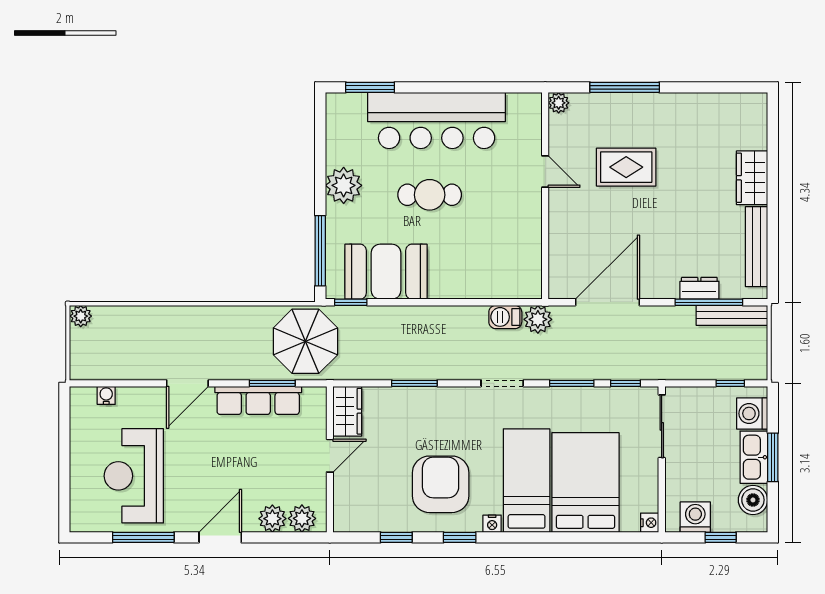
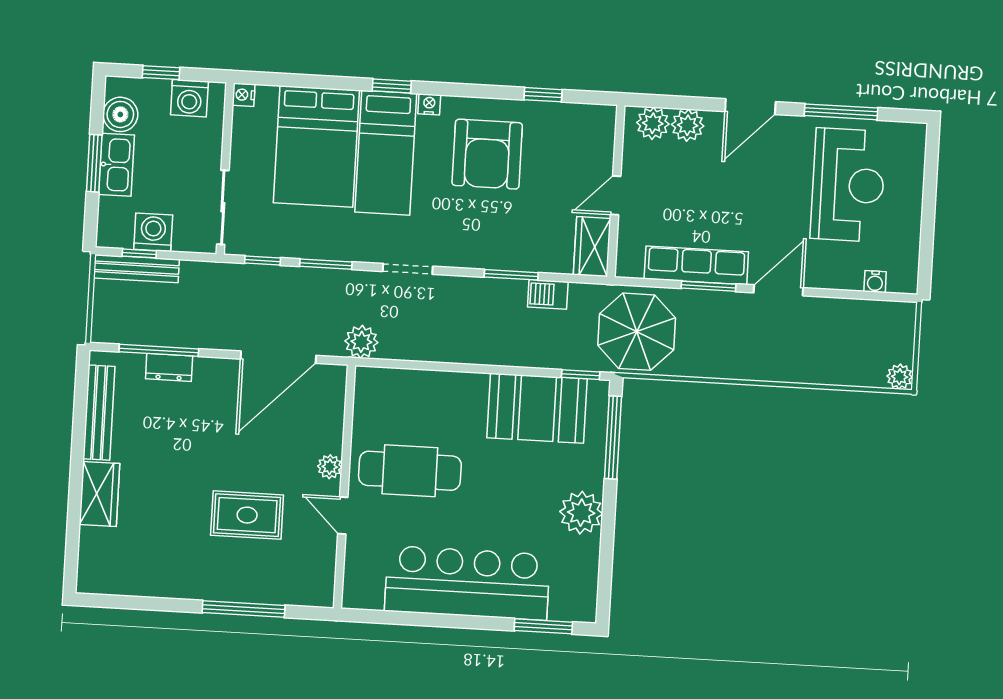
plant: (559, 103) -> (330, 467), moved
cafe table: (430, 195) -> (410, 471), moved, width x1.37, depth x1.35
bench: (732, 315) -> (136, 269), moved
barbecue: (505, 317) -> (548, 294), moved, turned 180
window: (272, 383) -> (708, 286), moved
washing machine: (752, 413) -> (153, 232), moved, turned -90
window: (460, 537) -> (392, 86), moved

